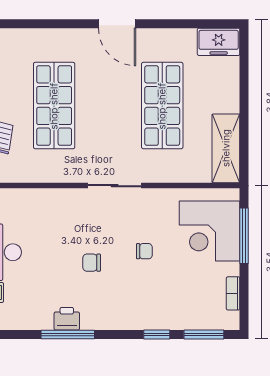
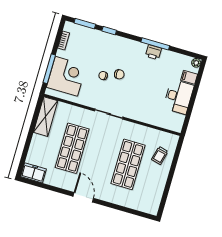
chair: (92, 263) -> (119, 74), moved

